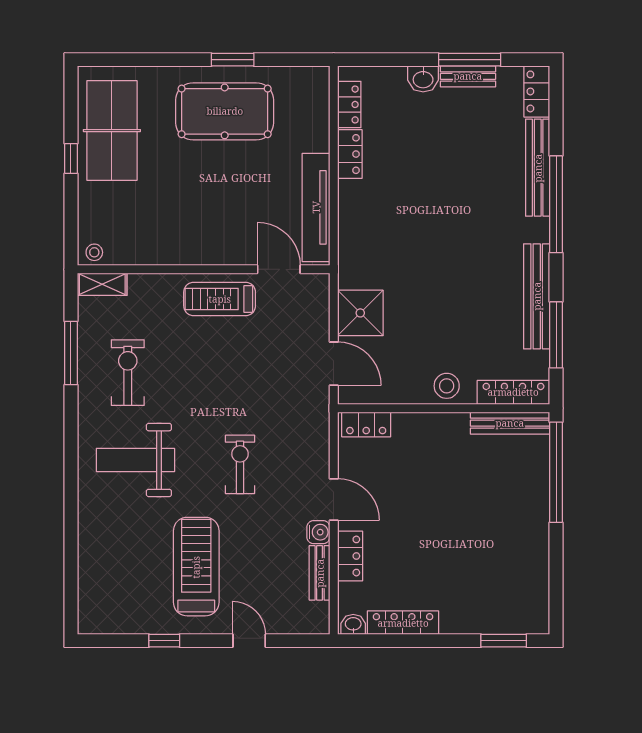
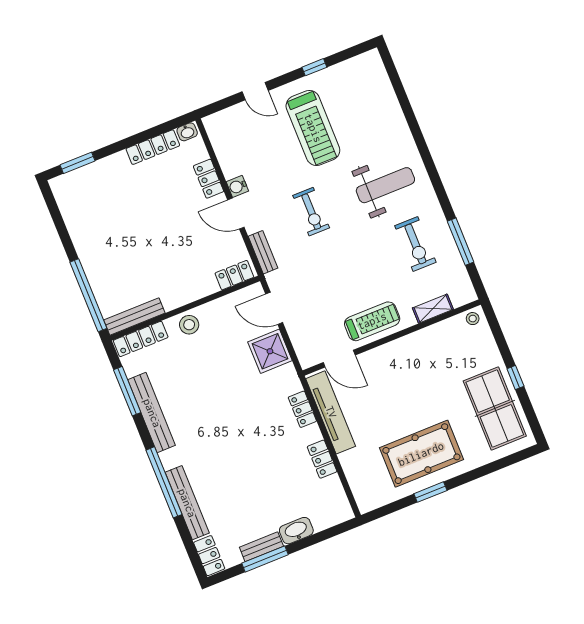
washbasin: (423, 79) -> (296, 531), width x1.38
locker: (349, 104) -> (302, 409), moved
shelving: (102, 284) -> (433, 309), moved
bench: (320, 573) -> (263, 252), moved

